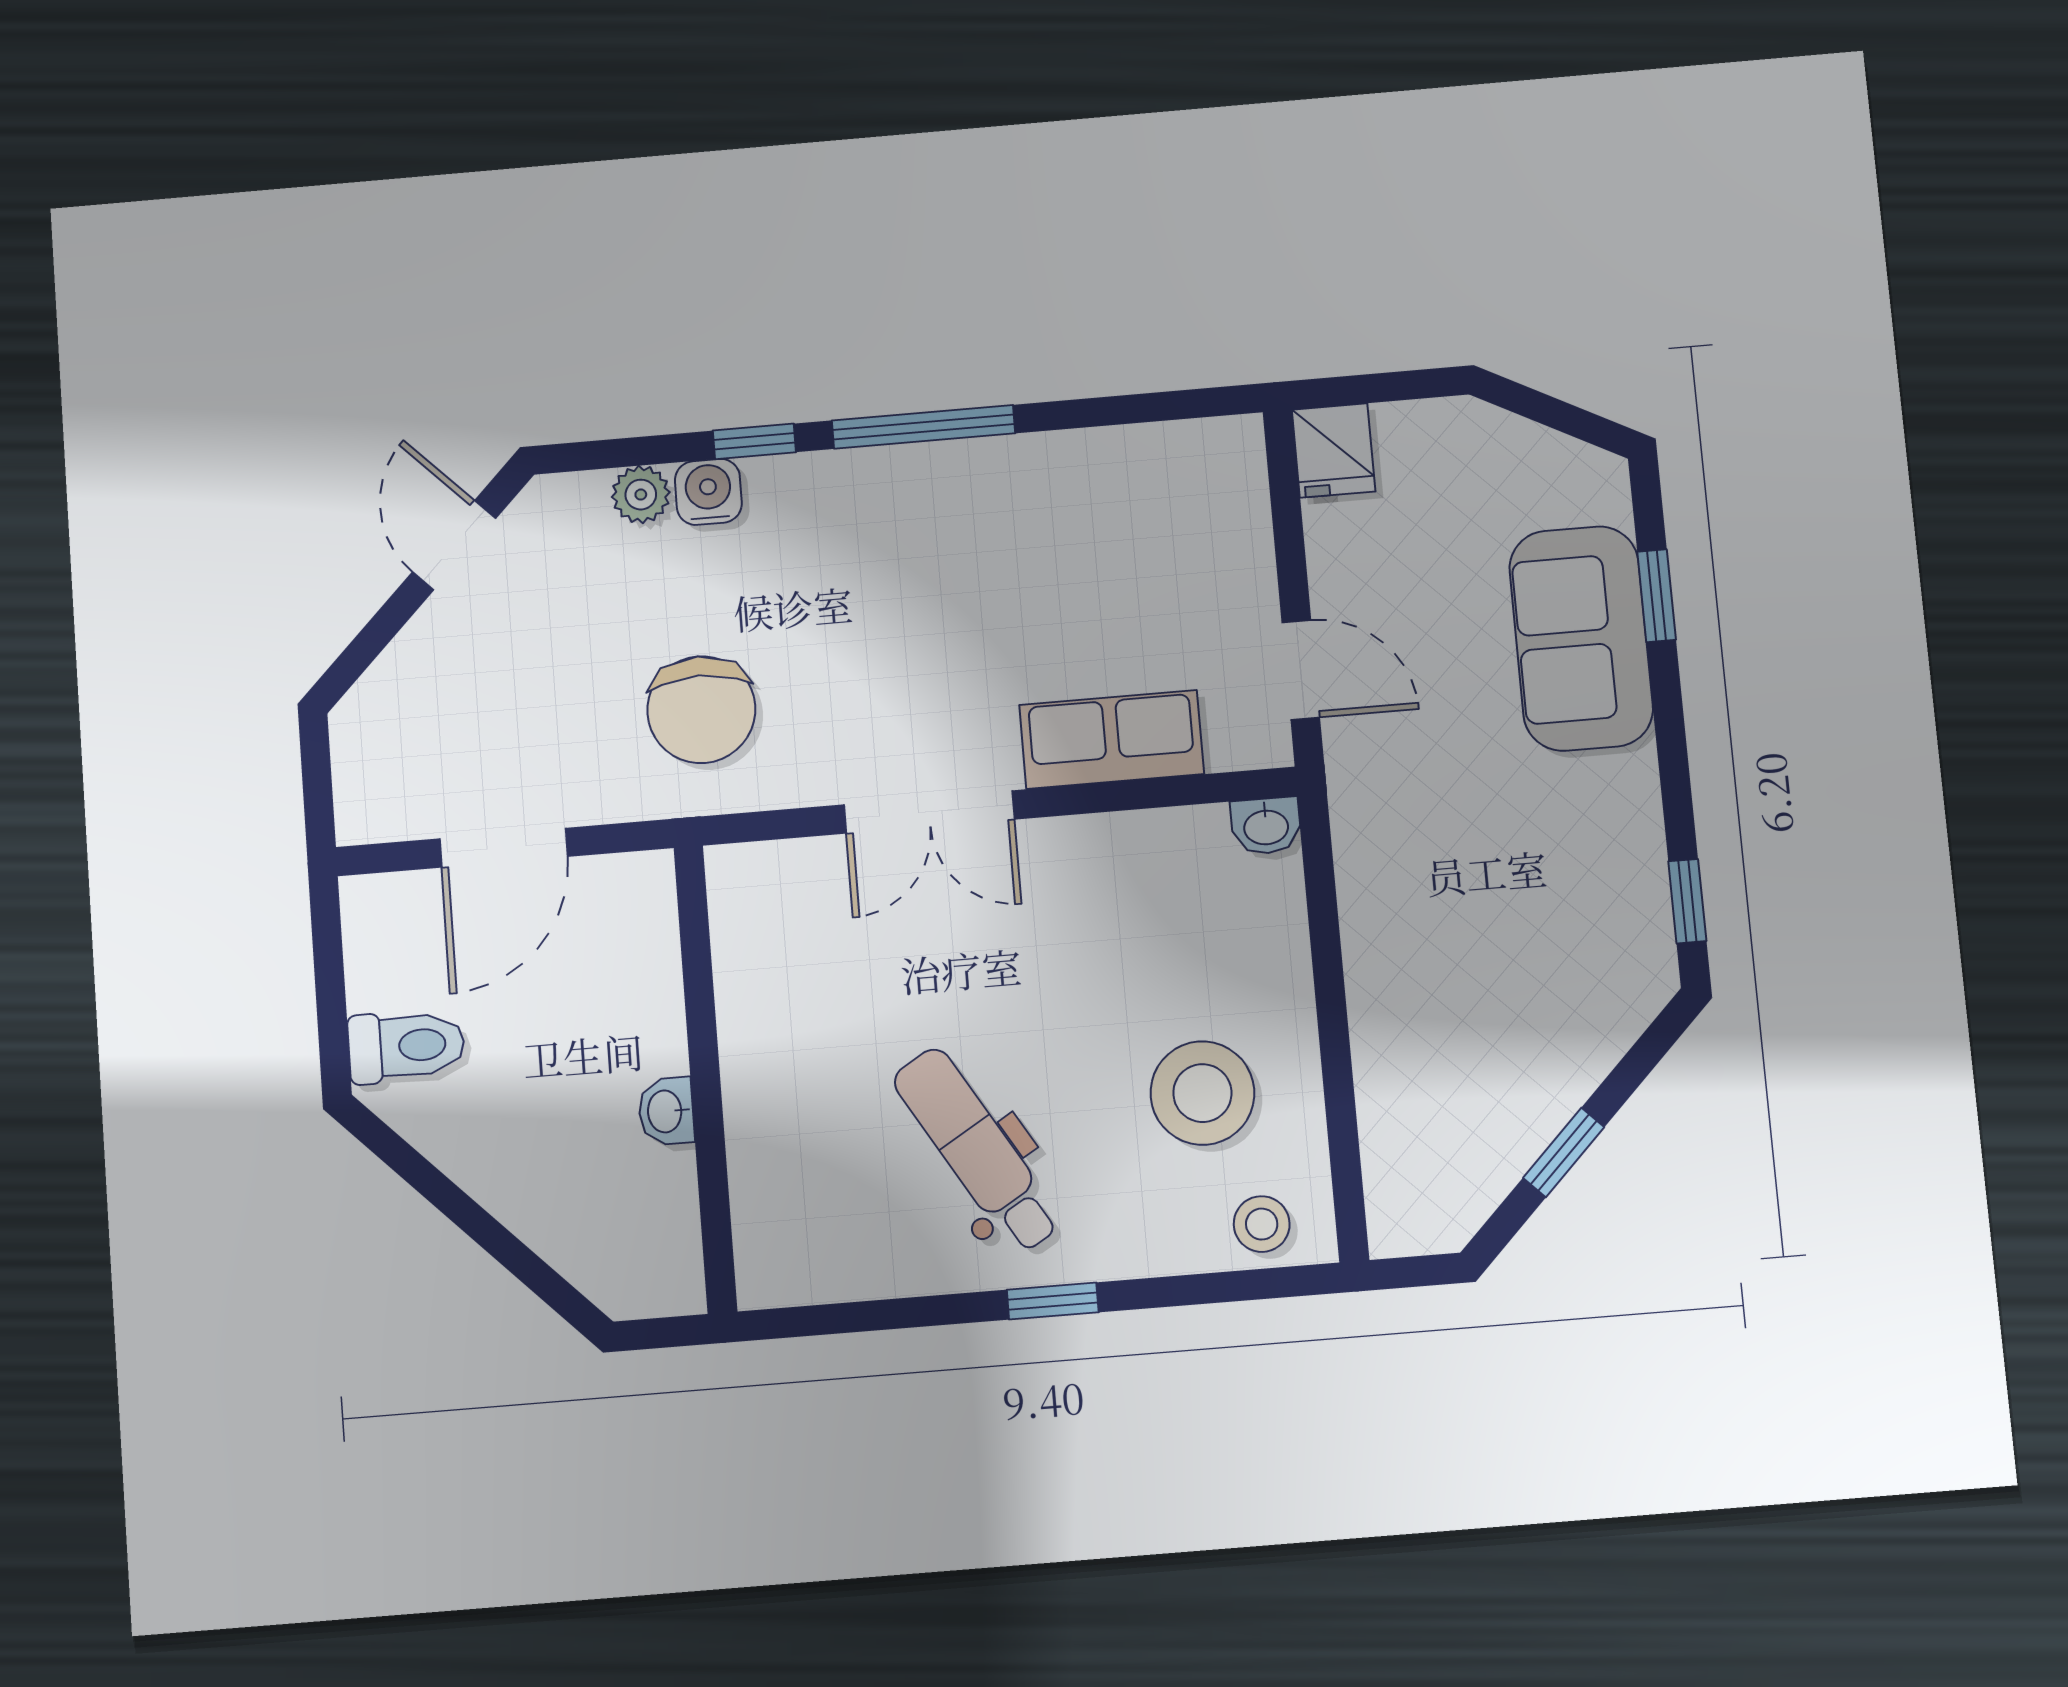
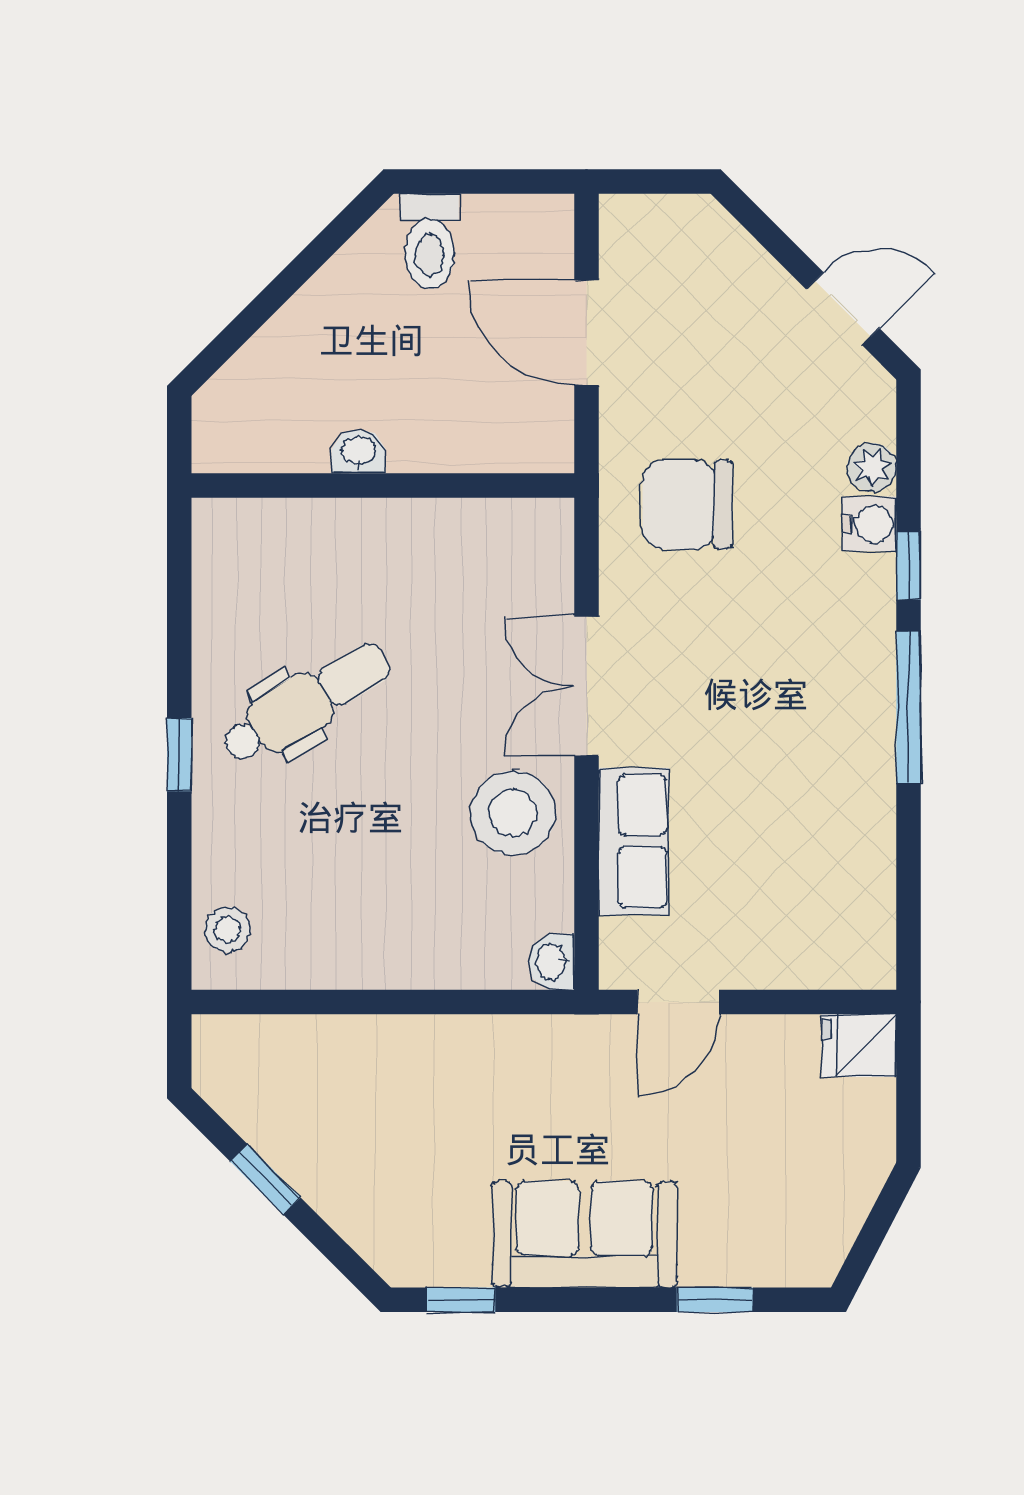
sofa: (1581, 638) -> (585, 1234), moved
stool: (1202, 1093) -> (513, 813), moved

